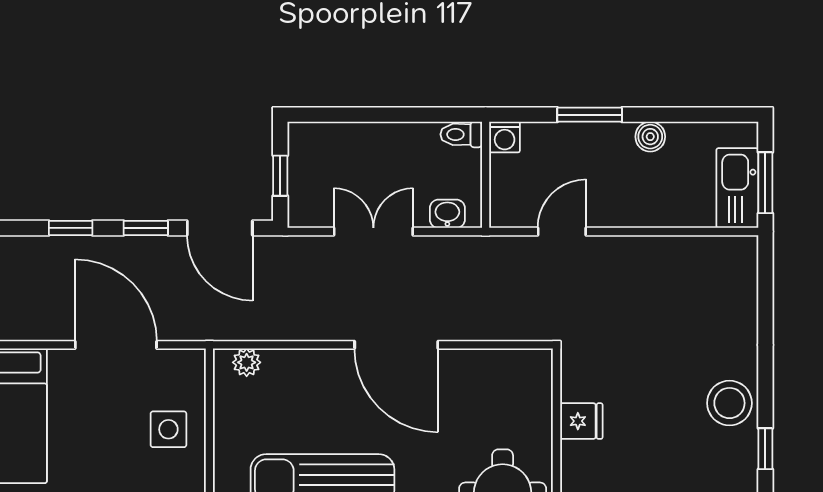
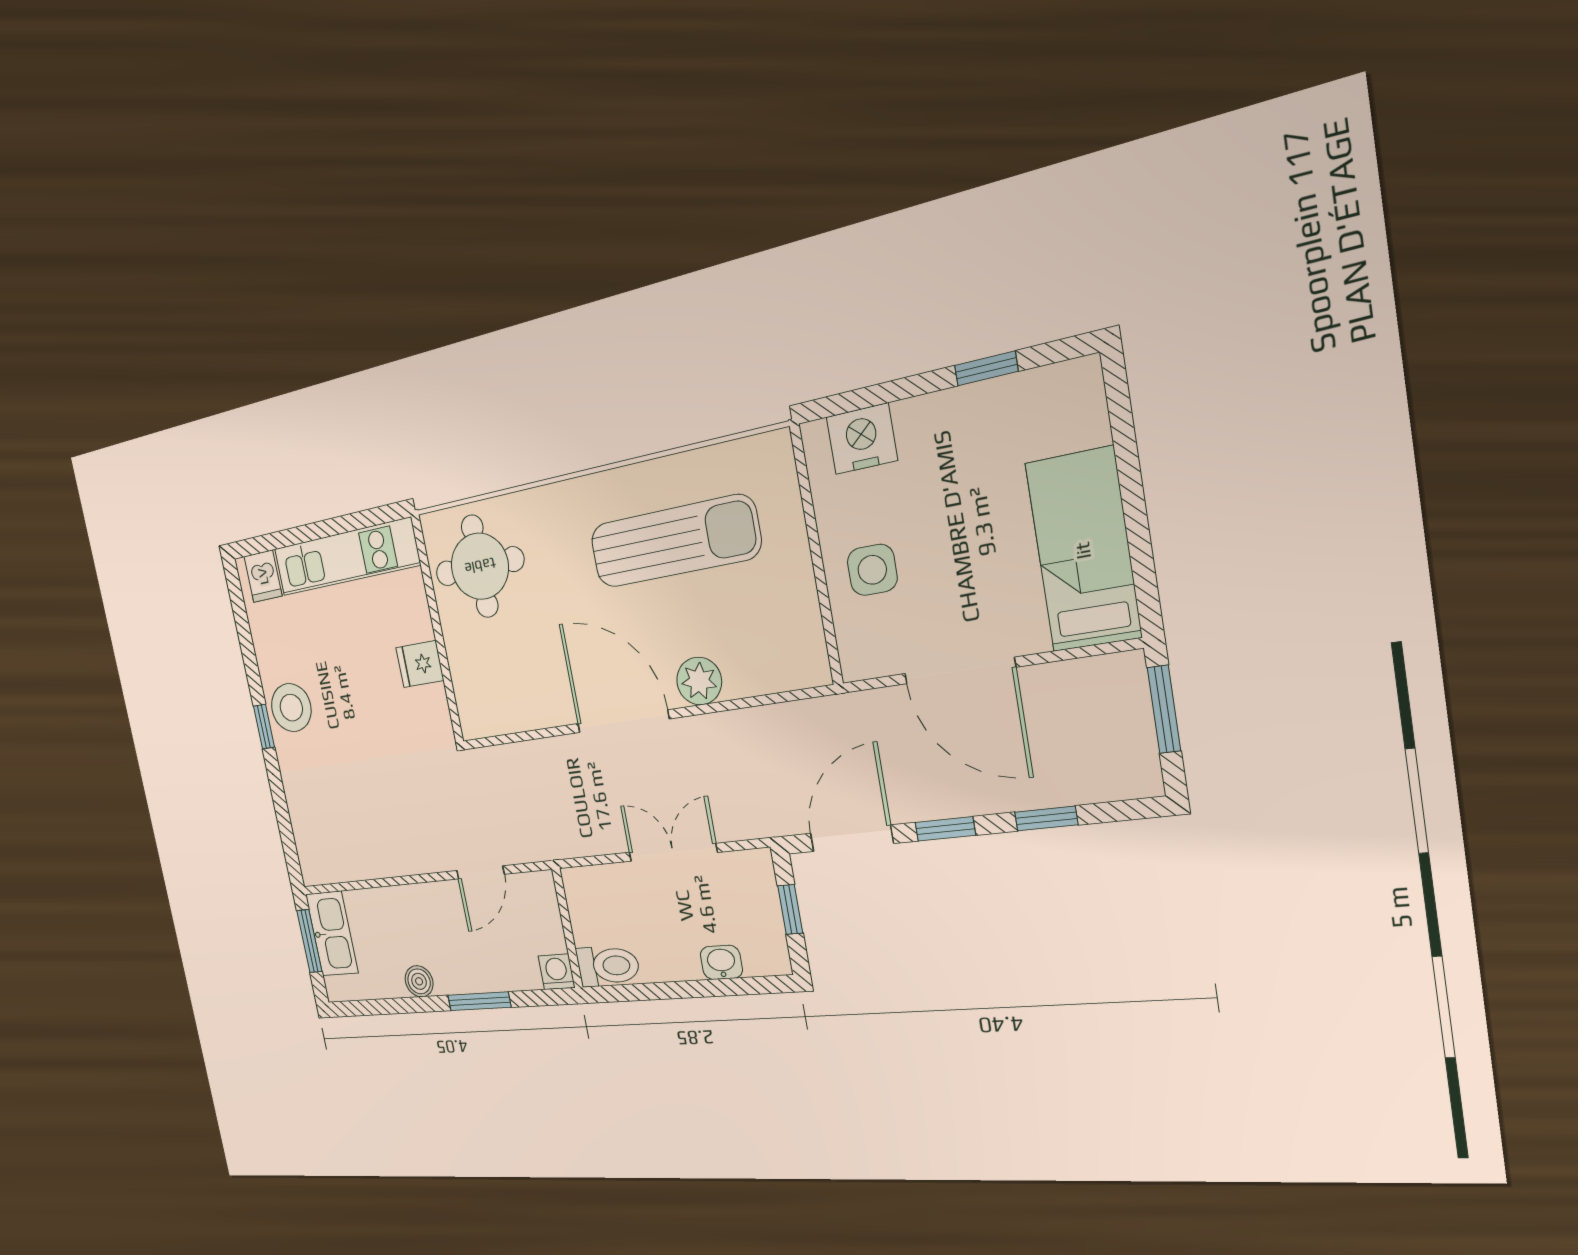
toilet: (461, 134) -> (608, 966), width x1.37, depth x1.39
washbasin: (447, 214) -> (721, 962), moved, turned 180
door: (220, 228) -> (852, 838), hinge flipped
double door: (373, 231) -> (673, 852), swing flipped
plant: (247, 362) -> (699, 681), moved, width x1.38, depth x1.38
window: (765, 449) -> (264, 727), moved

